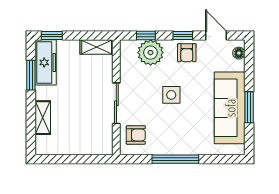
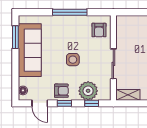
armchair: (187, 53) -> (61, 91), turned 90
sliding door: (116, 103) -> (113, 64), moved
window: (249, 107) -> (15, 37), moved
armchair: (136, 135) -> (99, 30), turned -90

